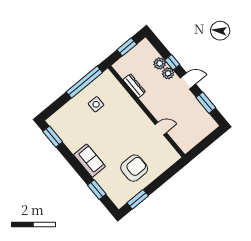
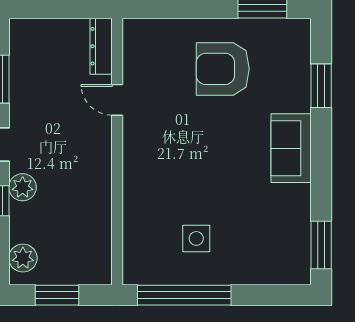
plant: (160, 63) -> (23, 258), moved
dresser: (134, 86) -> (101, 46), moved

